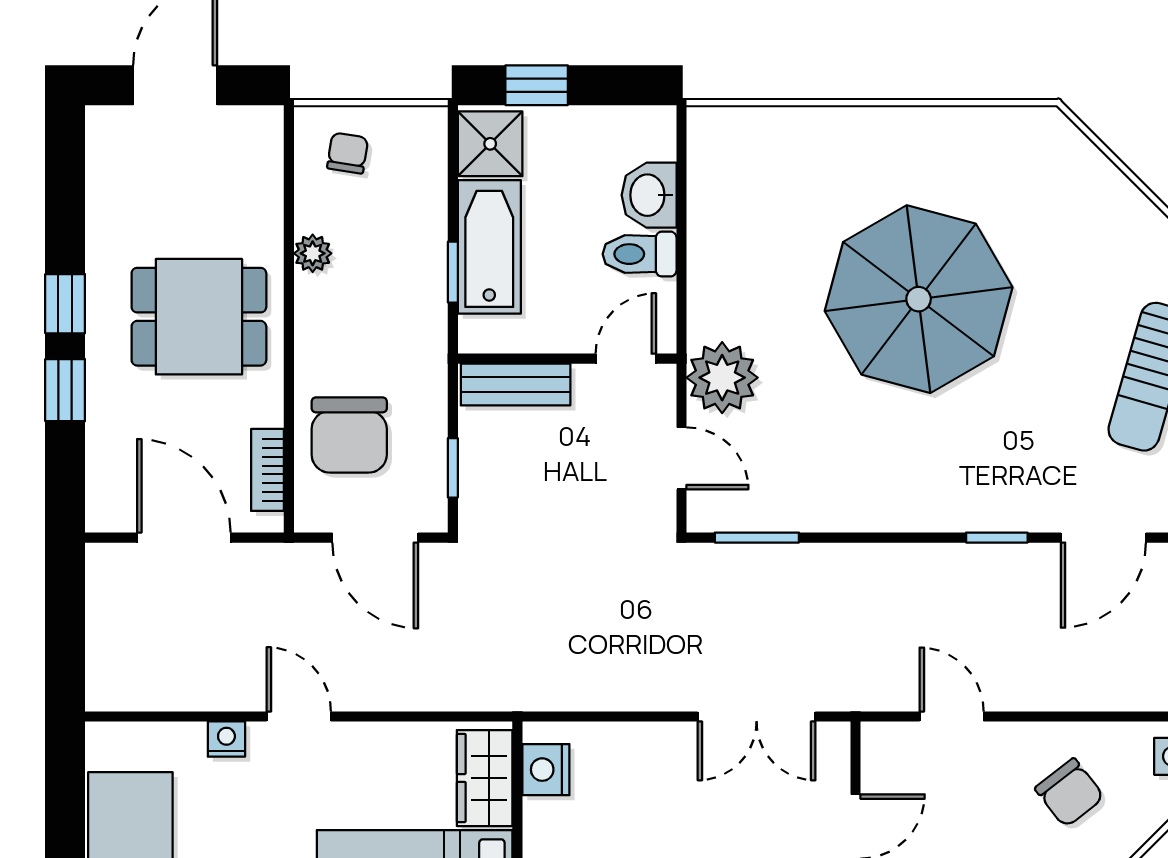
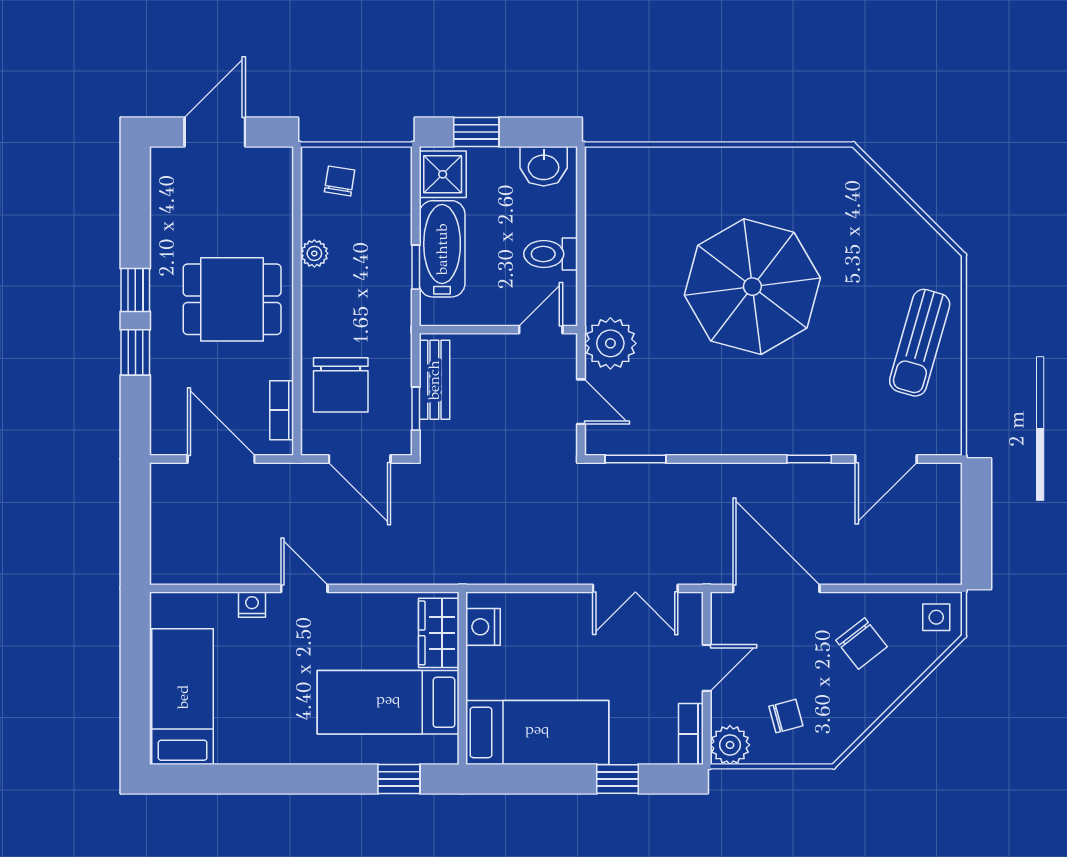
washbasin: (649, 195) -> (544, 166), moved, turned -90
bench: (516, 384) -> (434, 380), moved, turned 90
door: (952, 717) -> (776, 588), width x1.87

